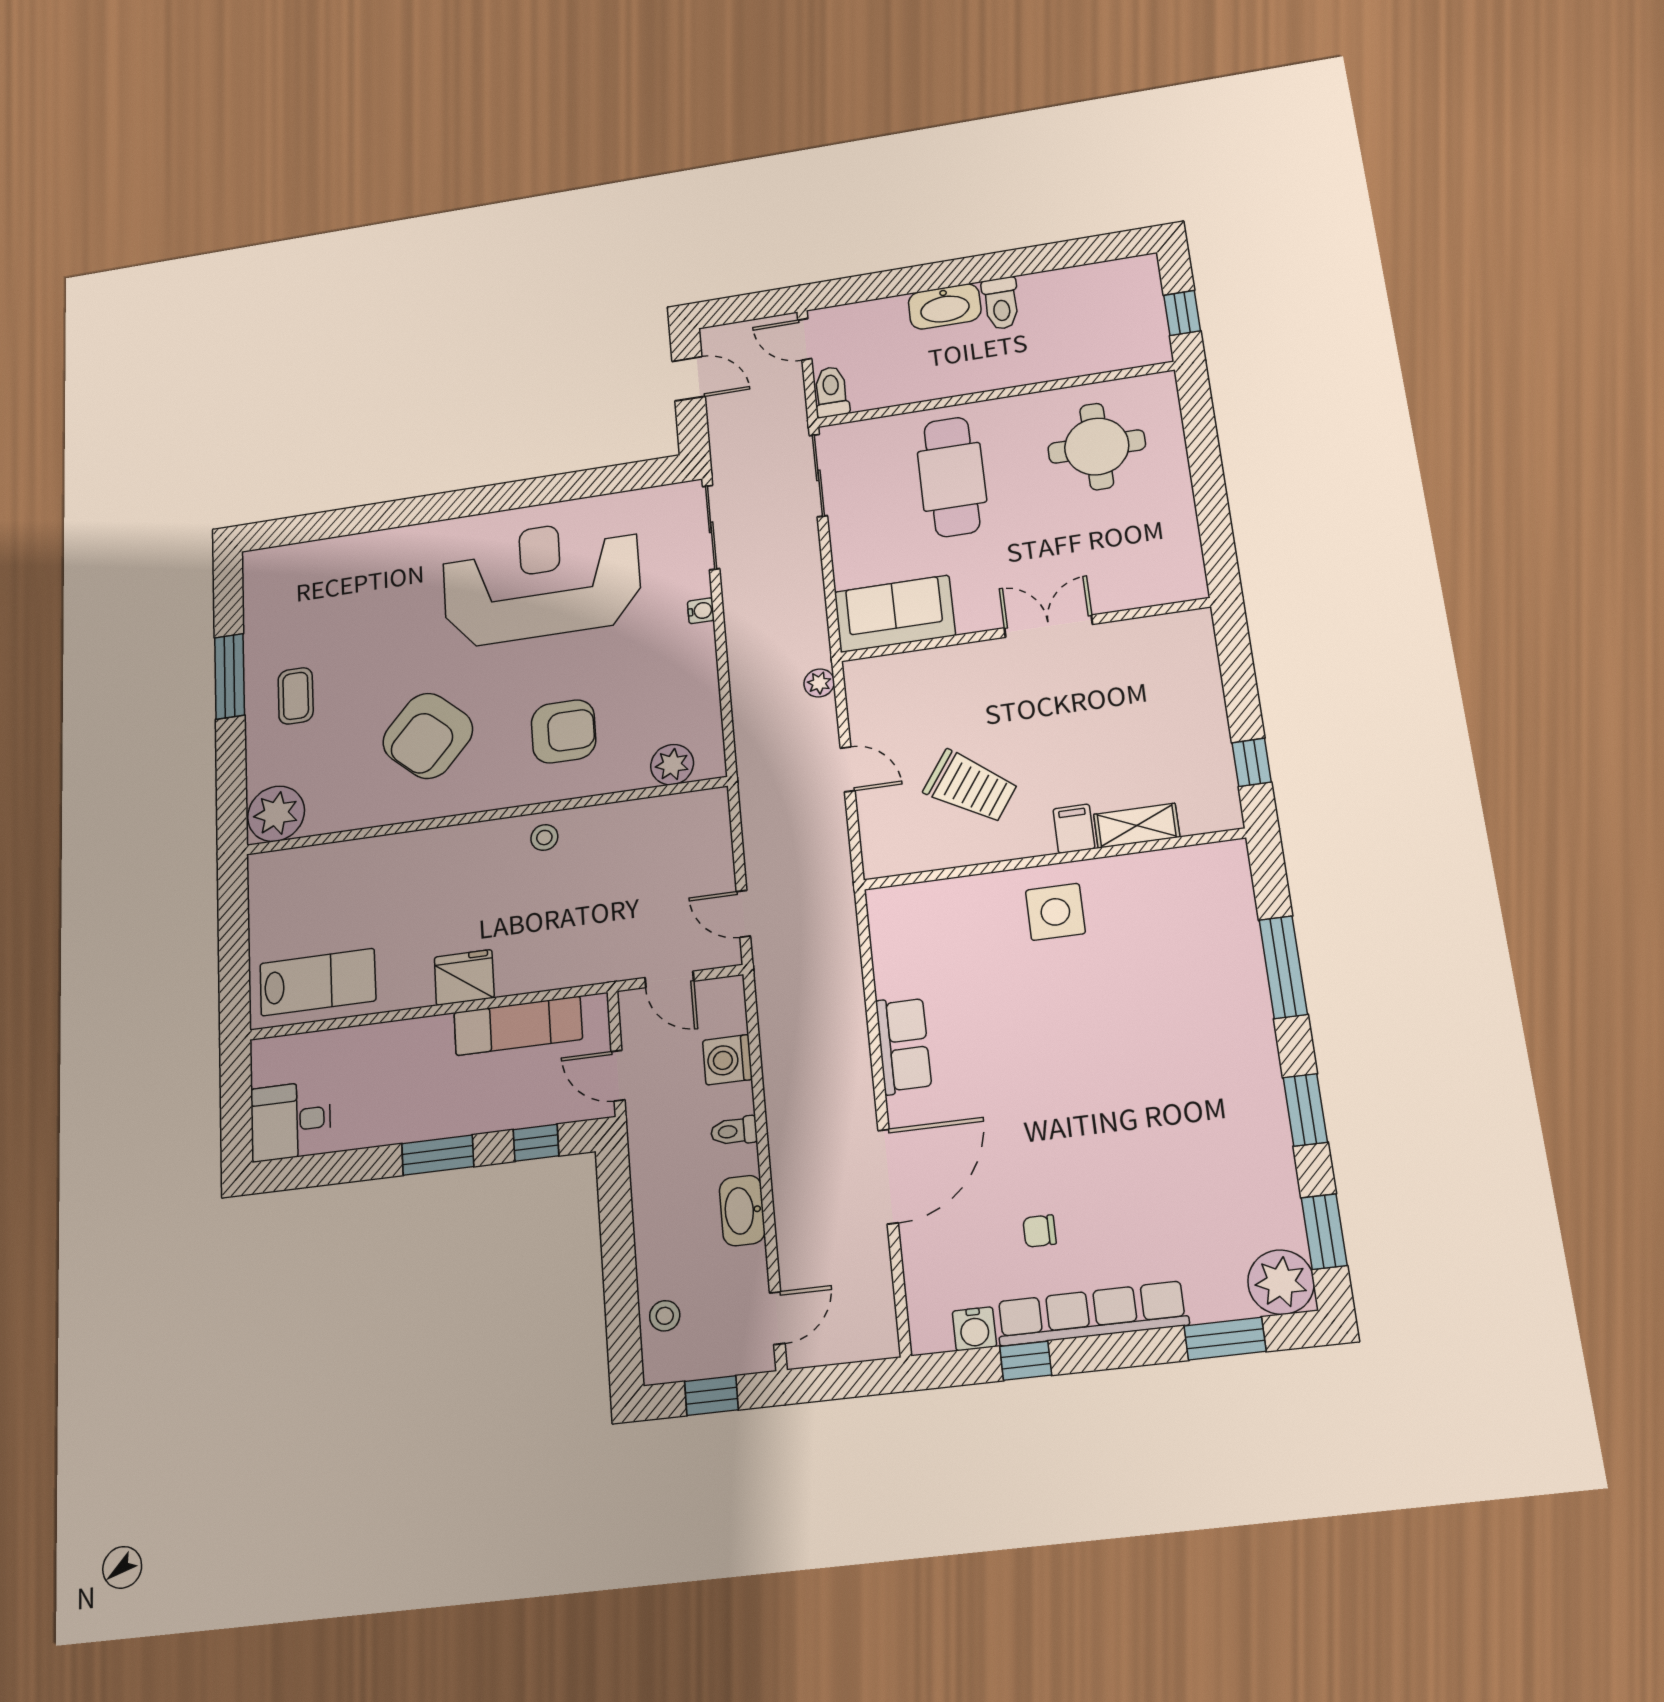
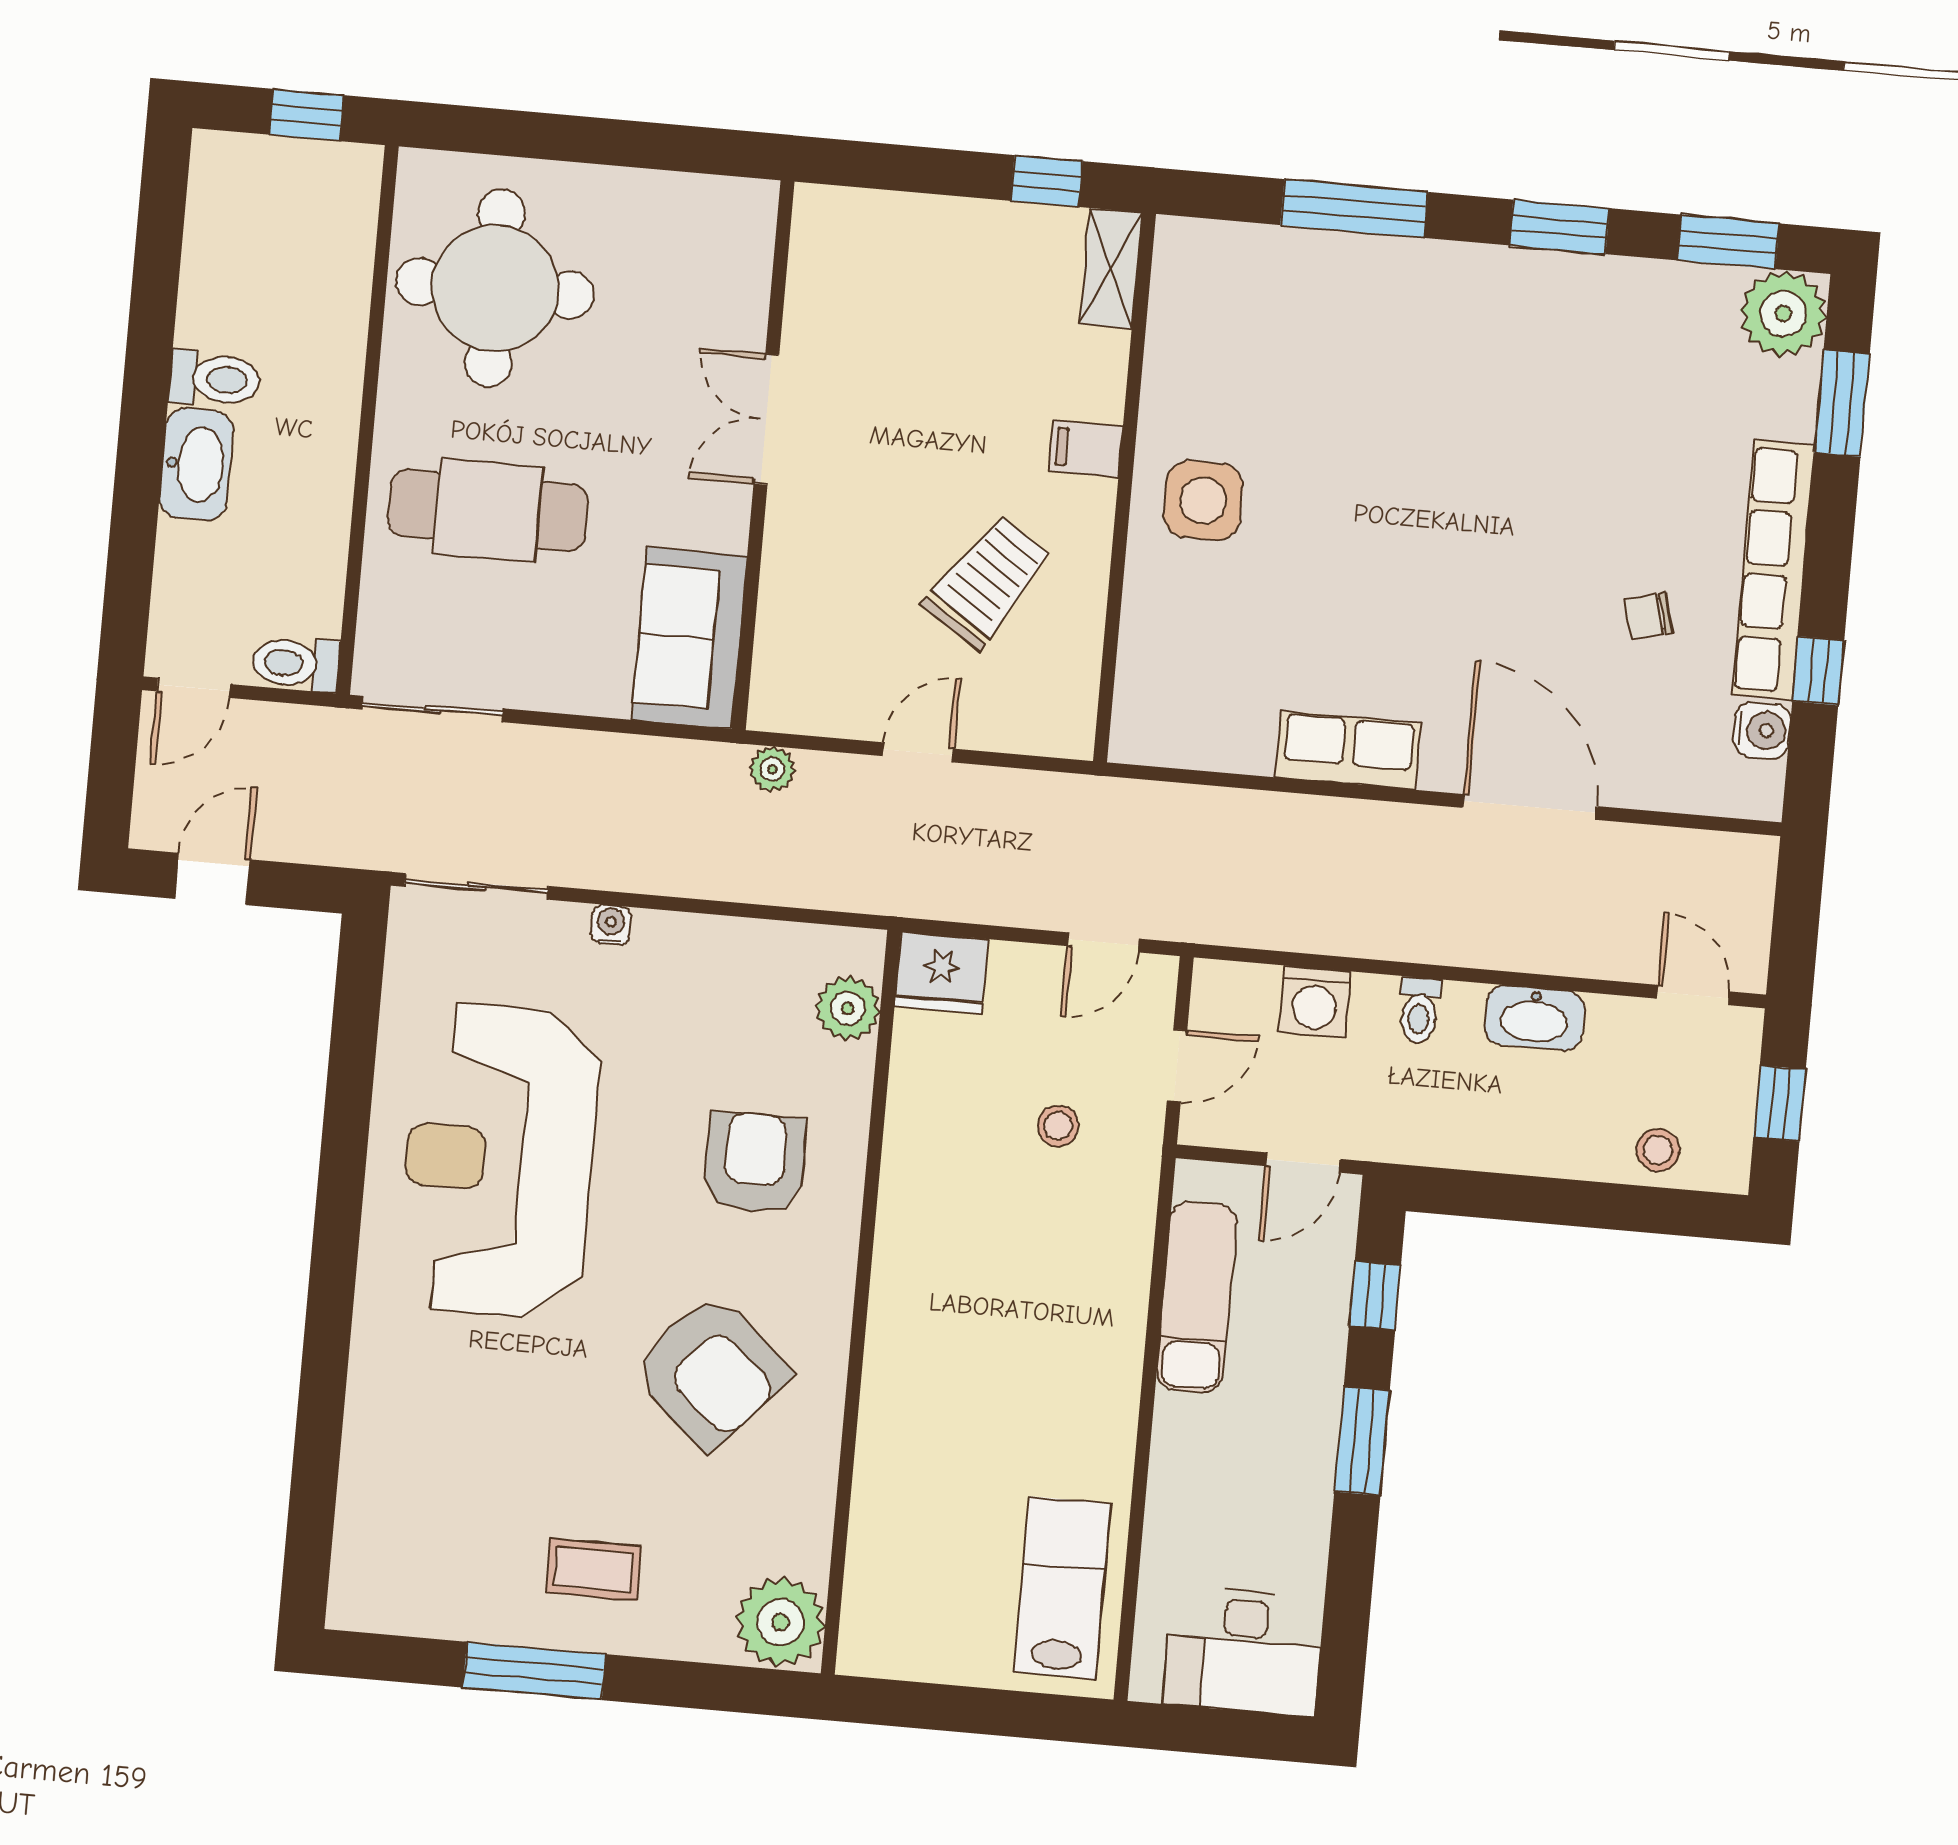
round table: (1097, 446) -> (495, 288), width x1.36, depth x1.36
shelving: (1137, 826) -> (1111, 269), moved
stool: (544, 838) -> (1058, 1126), moved
fridge: (464, 977) -> (941, 973), moved, turned -90
desk: (291, 1121) -> (1244, 1651), width x1.37
chair: (1040, 1231) -> (1649, 616), turned 75

